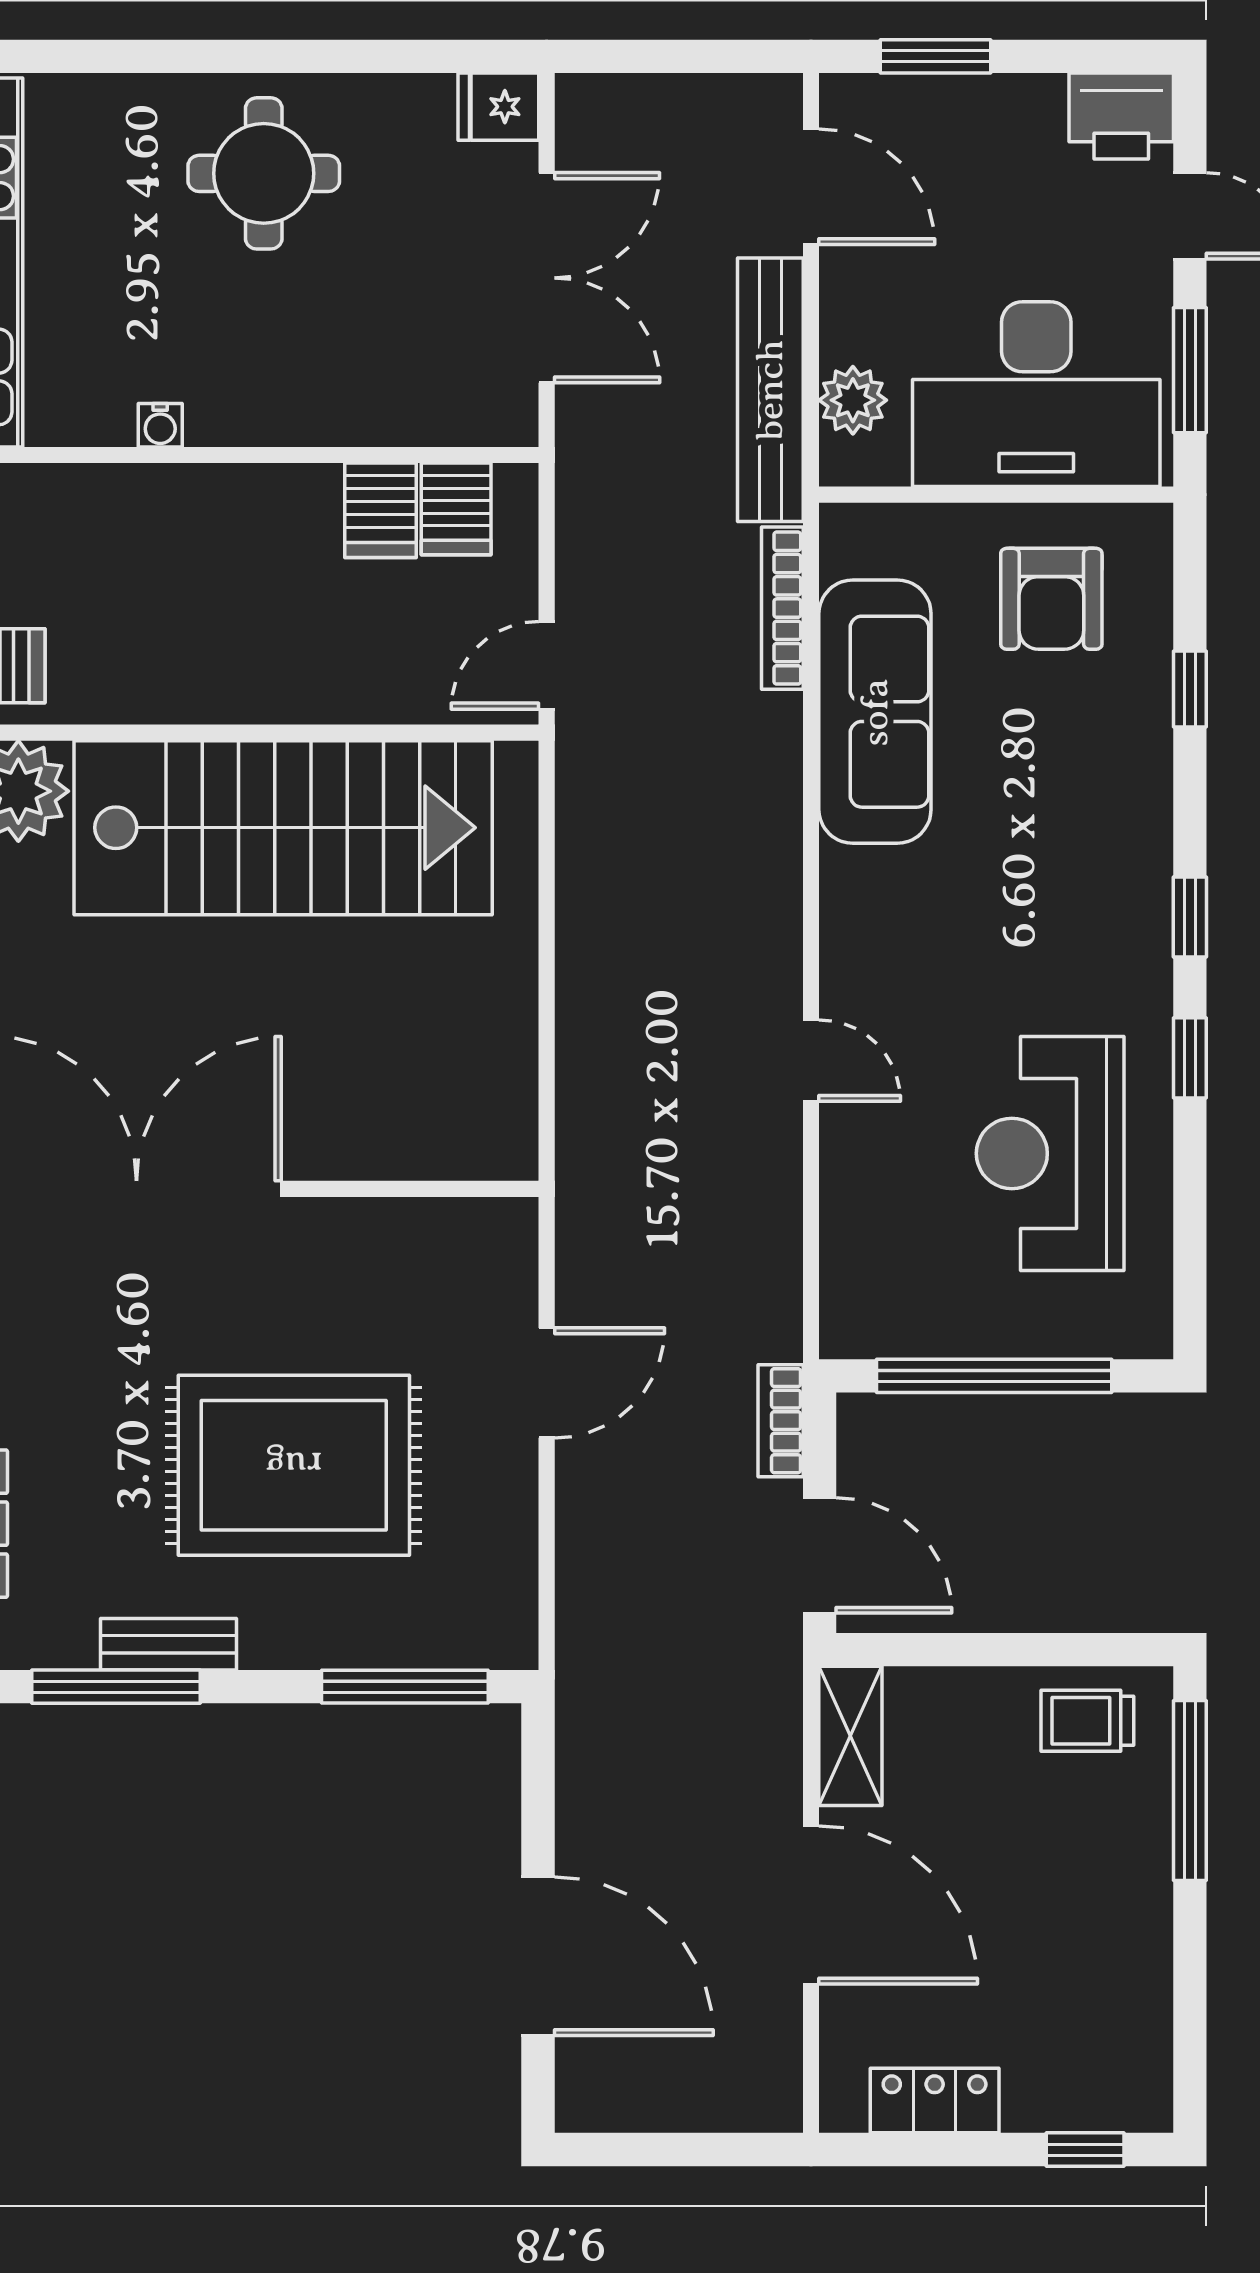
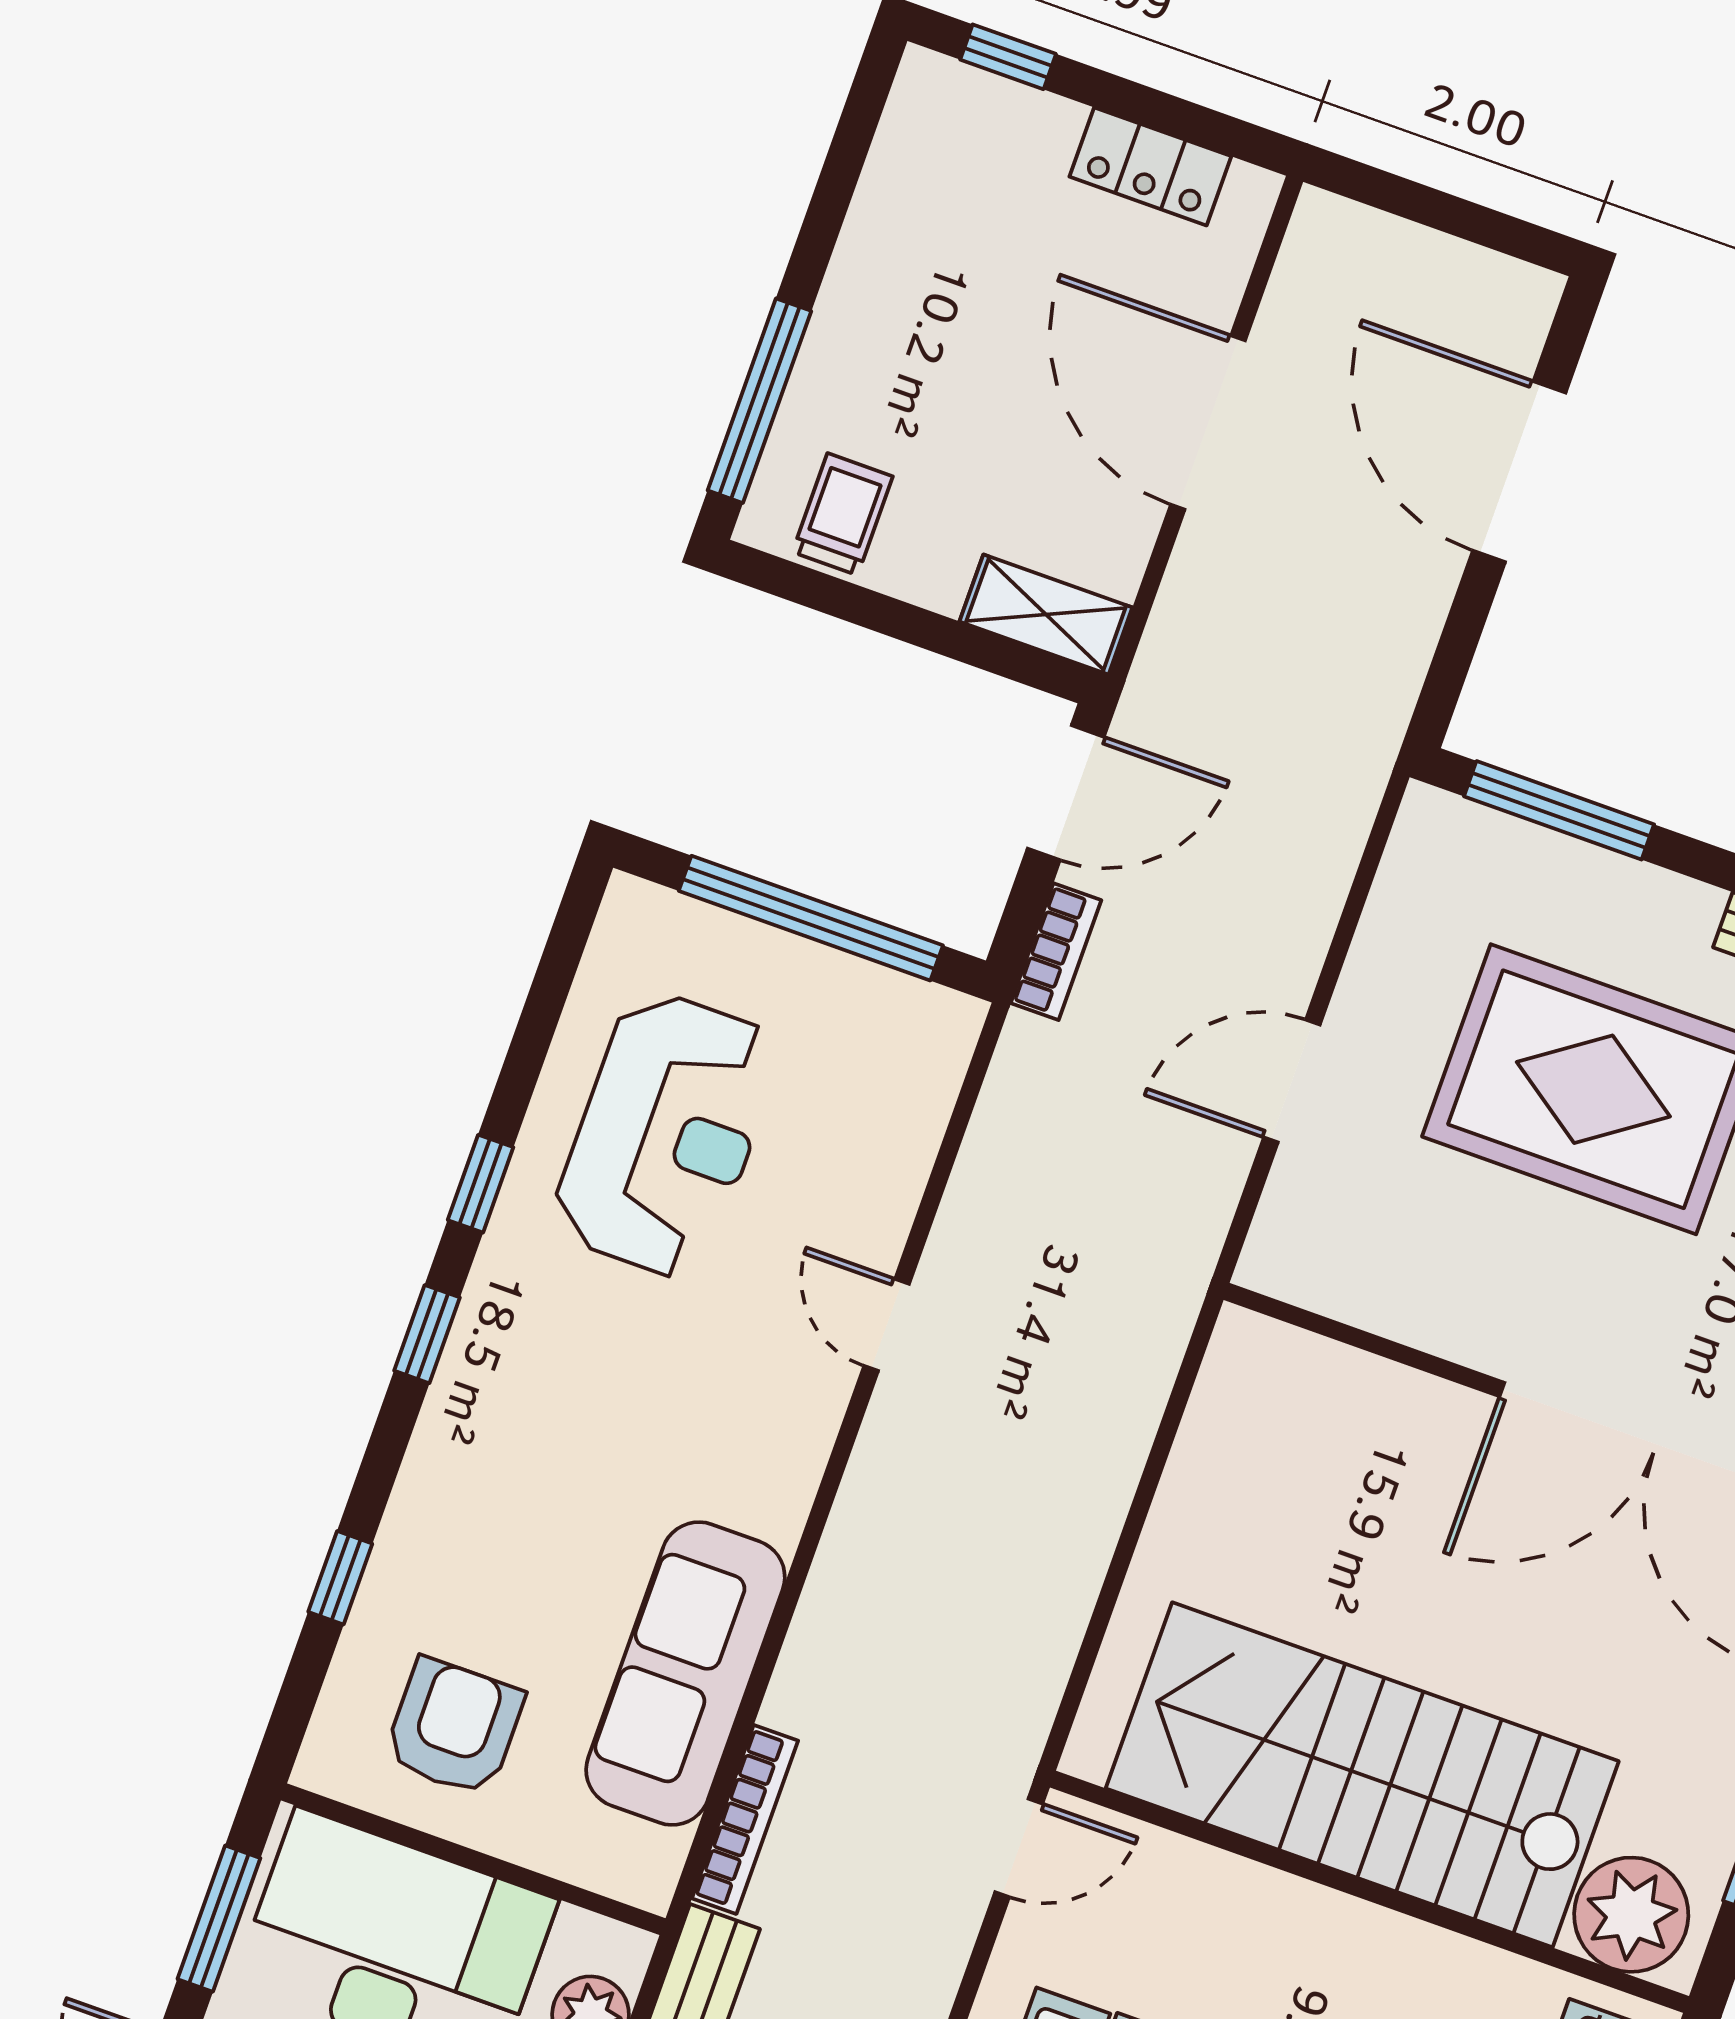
door: (820, 1555) -> (1066, 793), swing flipped
trolley: (1087, 1721) -> (843, 514), turned -90
shelving: (850, 1736) -> (1046, 615), moved, turned 90

